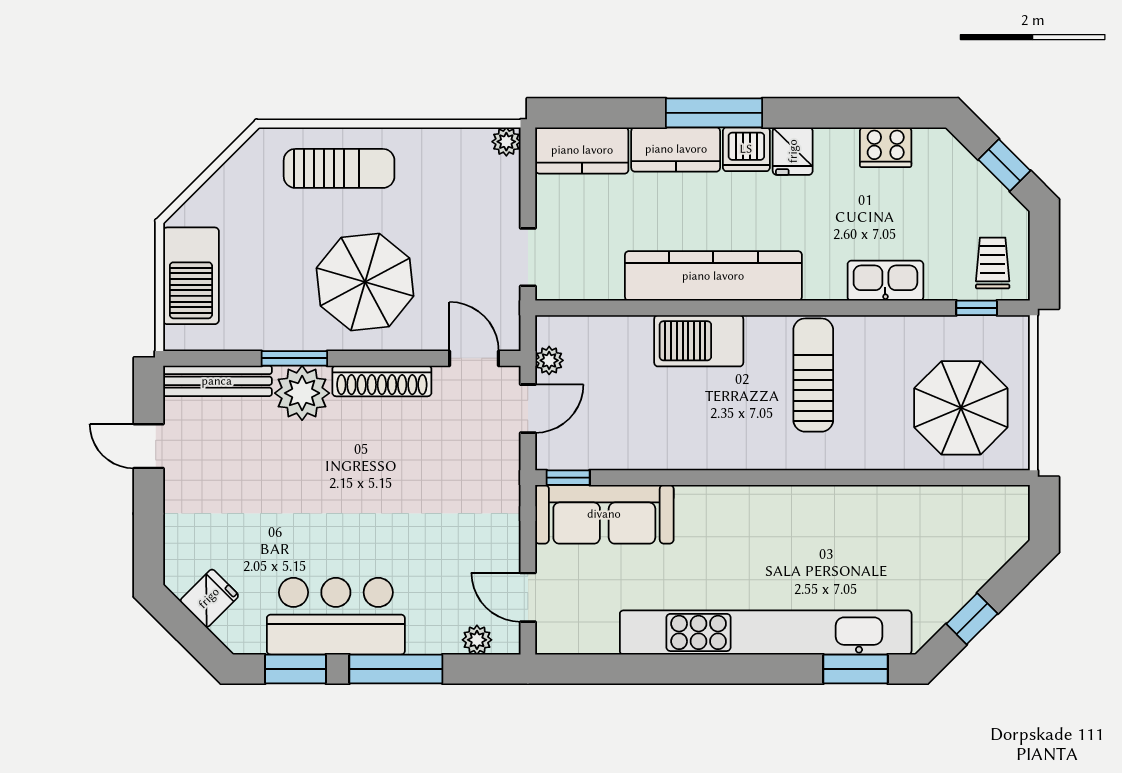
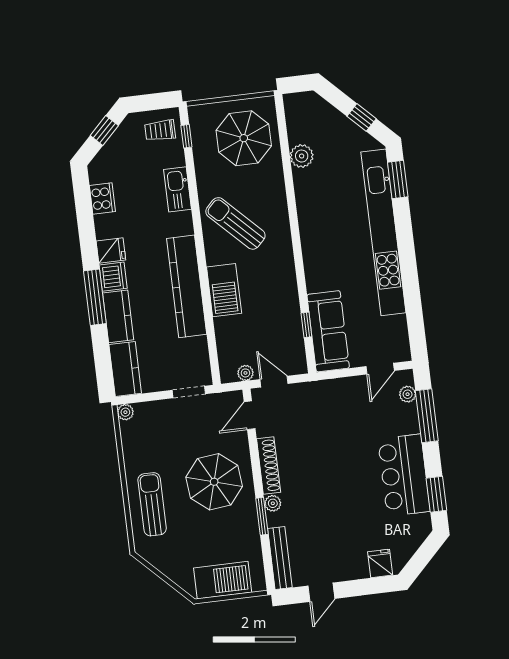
sun lounger: (813, 375) -> (235, 223), turned 45
plant: (302, 393) -> (273, 503), width x0.53, depth x0.53
window: (568, 478) -> (306, 325), moved
plant: (917, 506) -> (302, 156), added
fridge: (209, 598) -> (380, 563), moved, turned 45
window: (396, 669) -> (427, 416), moved

